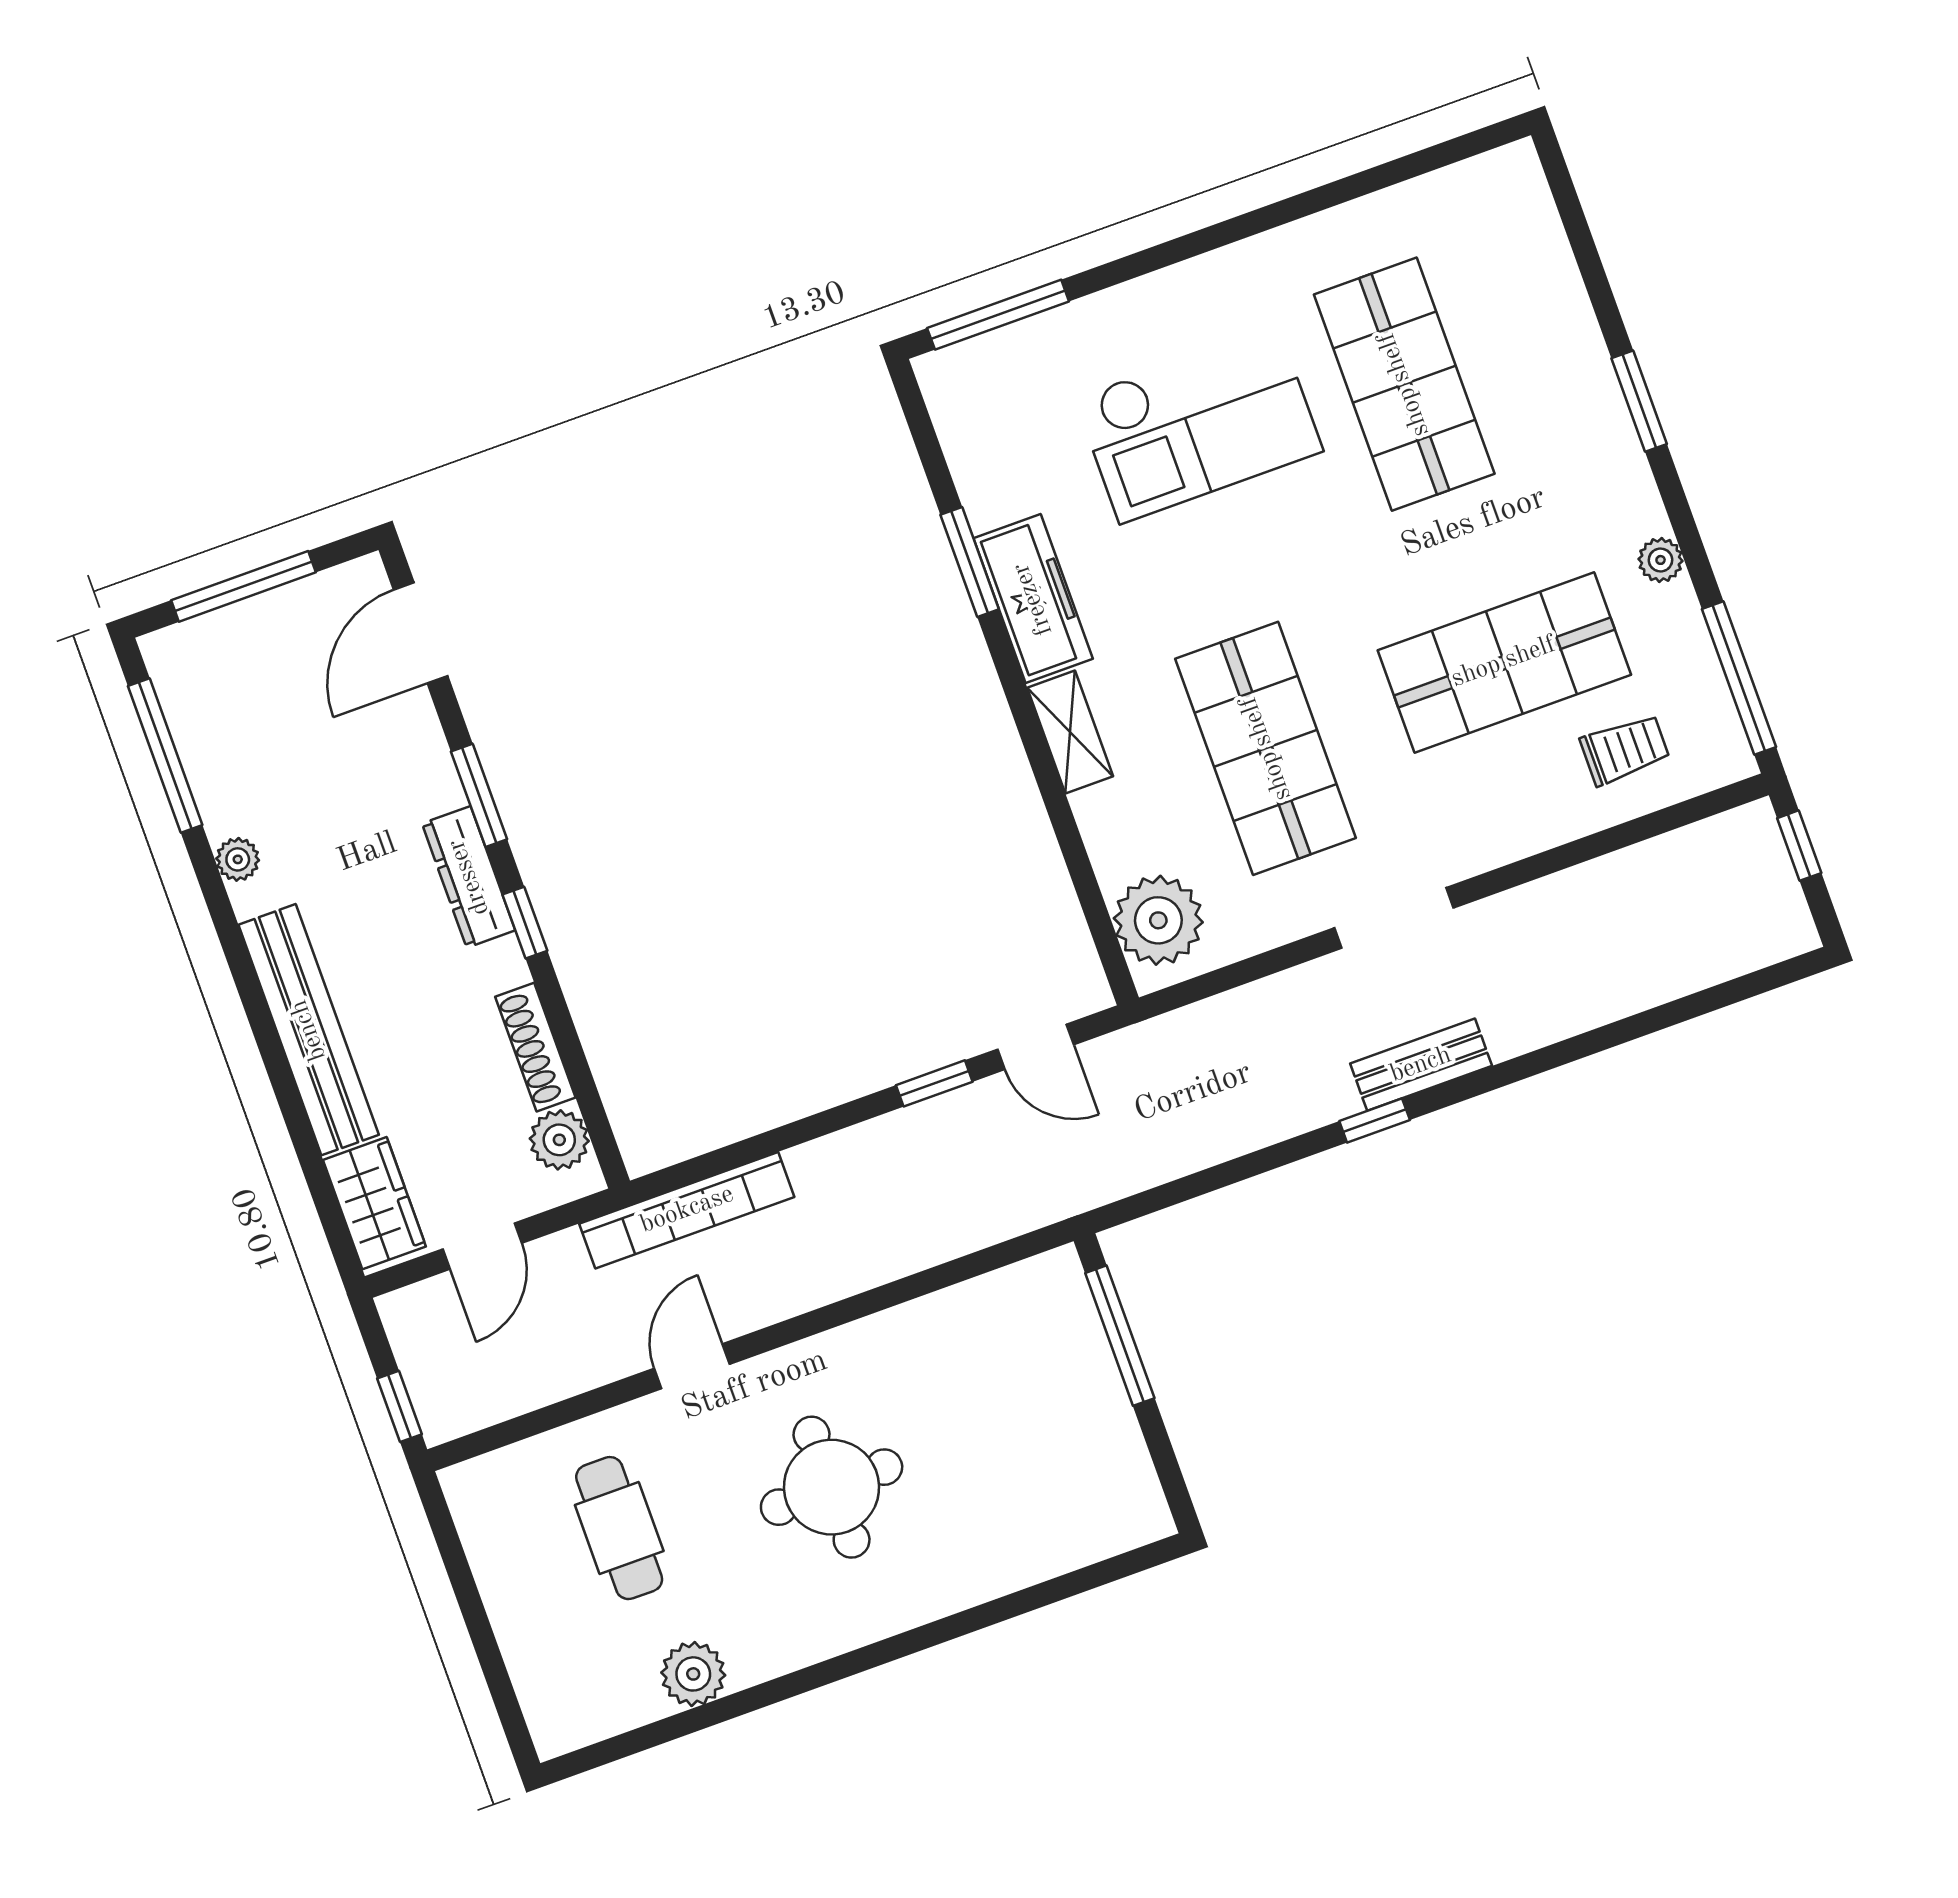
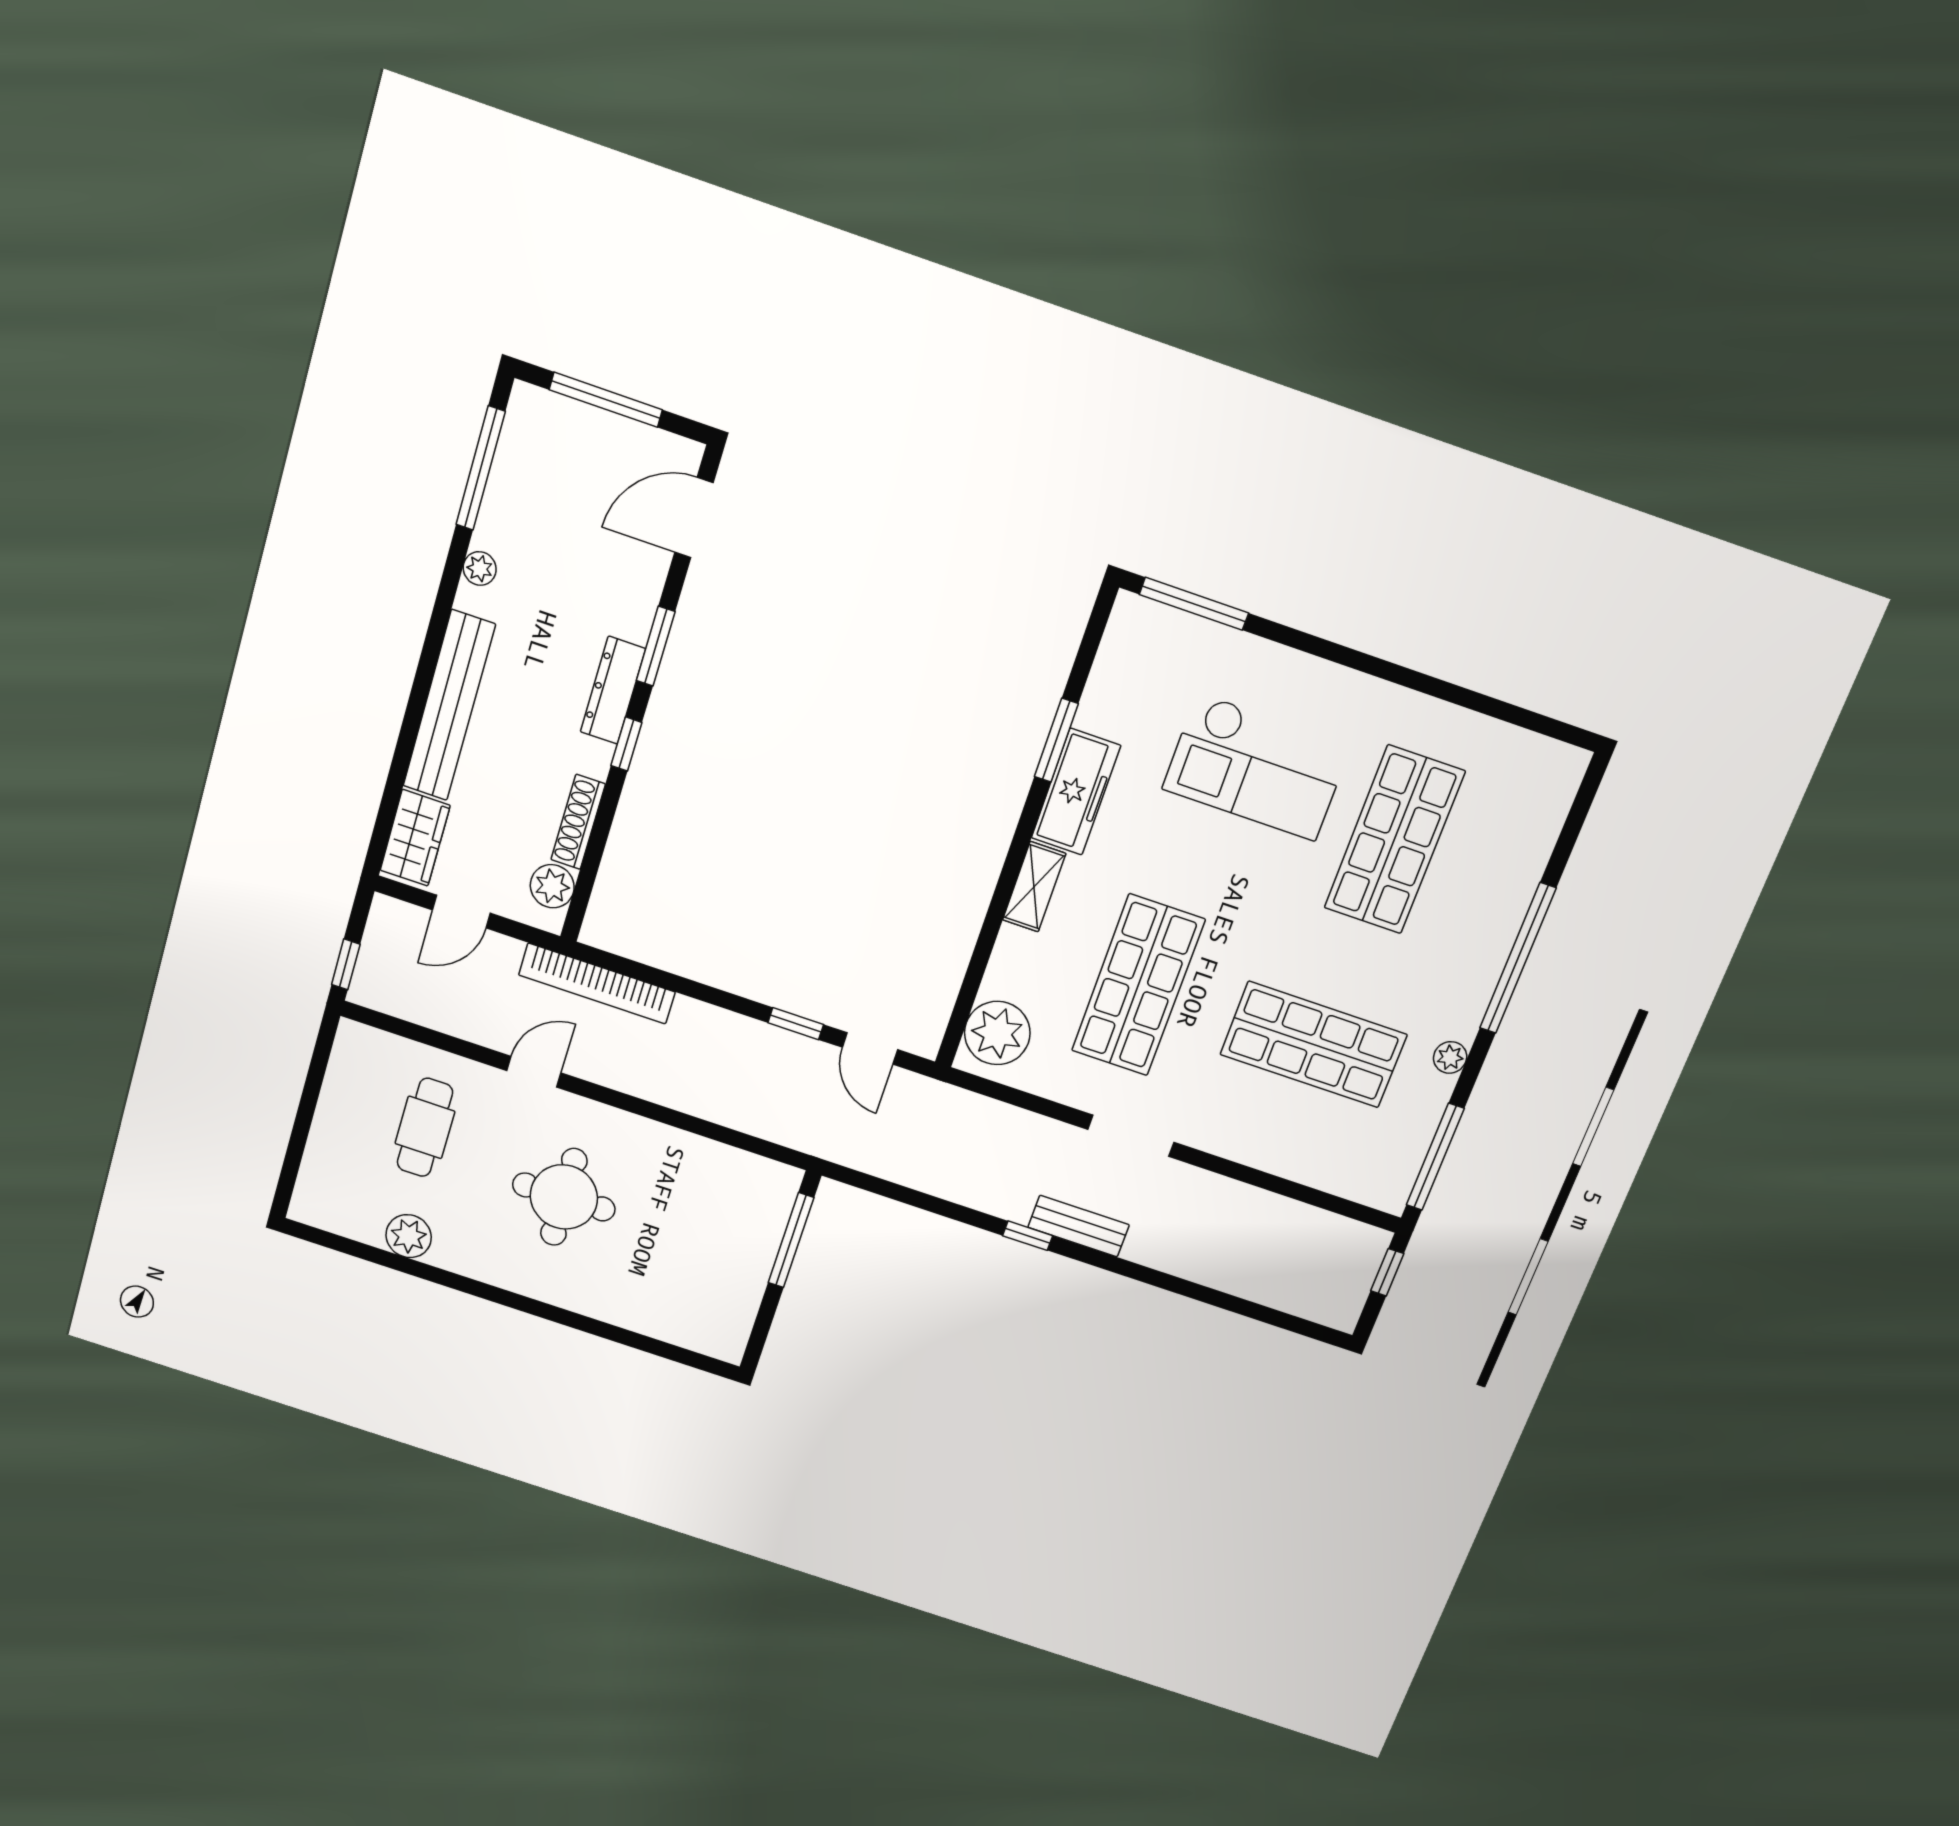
window: (1639, 401) -> (1518, 958), width x2.11
trolley: (1625, 750) -> (1338, 1146), removed

